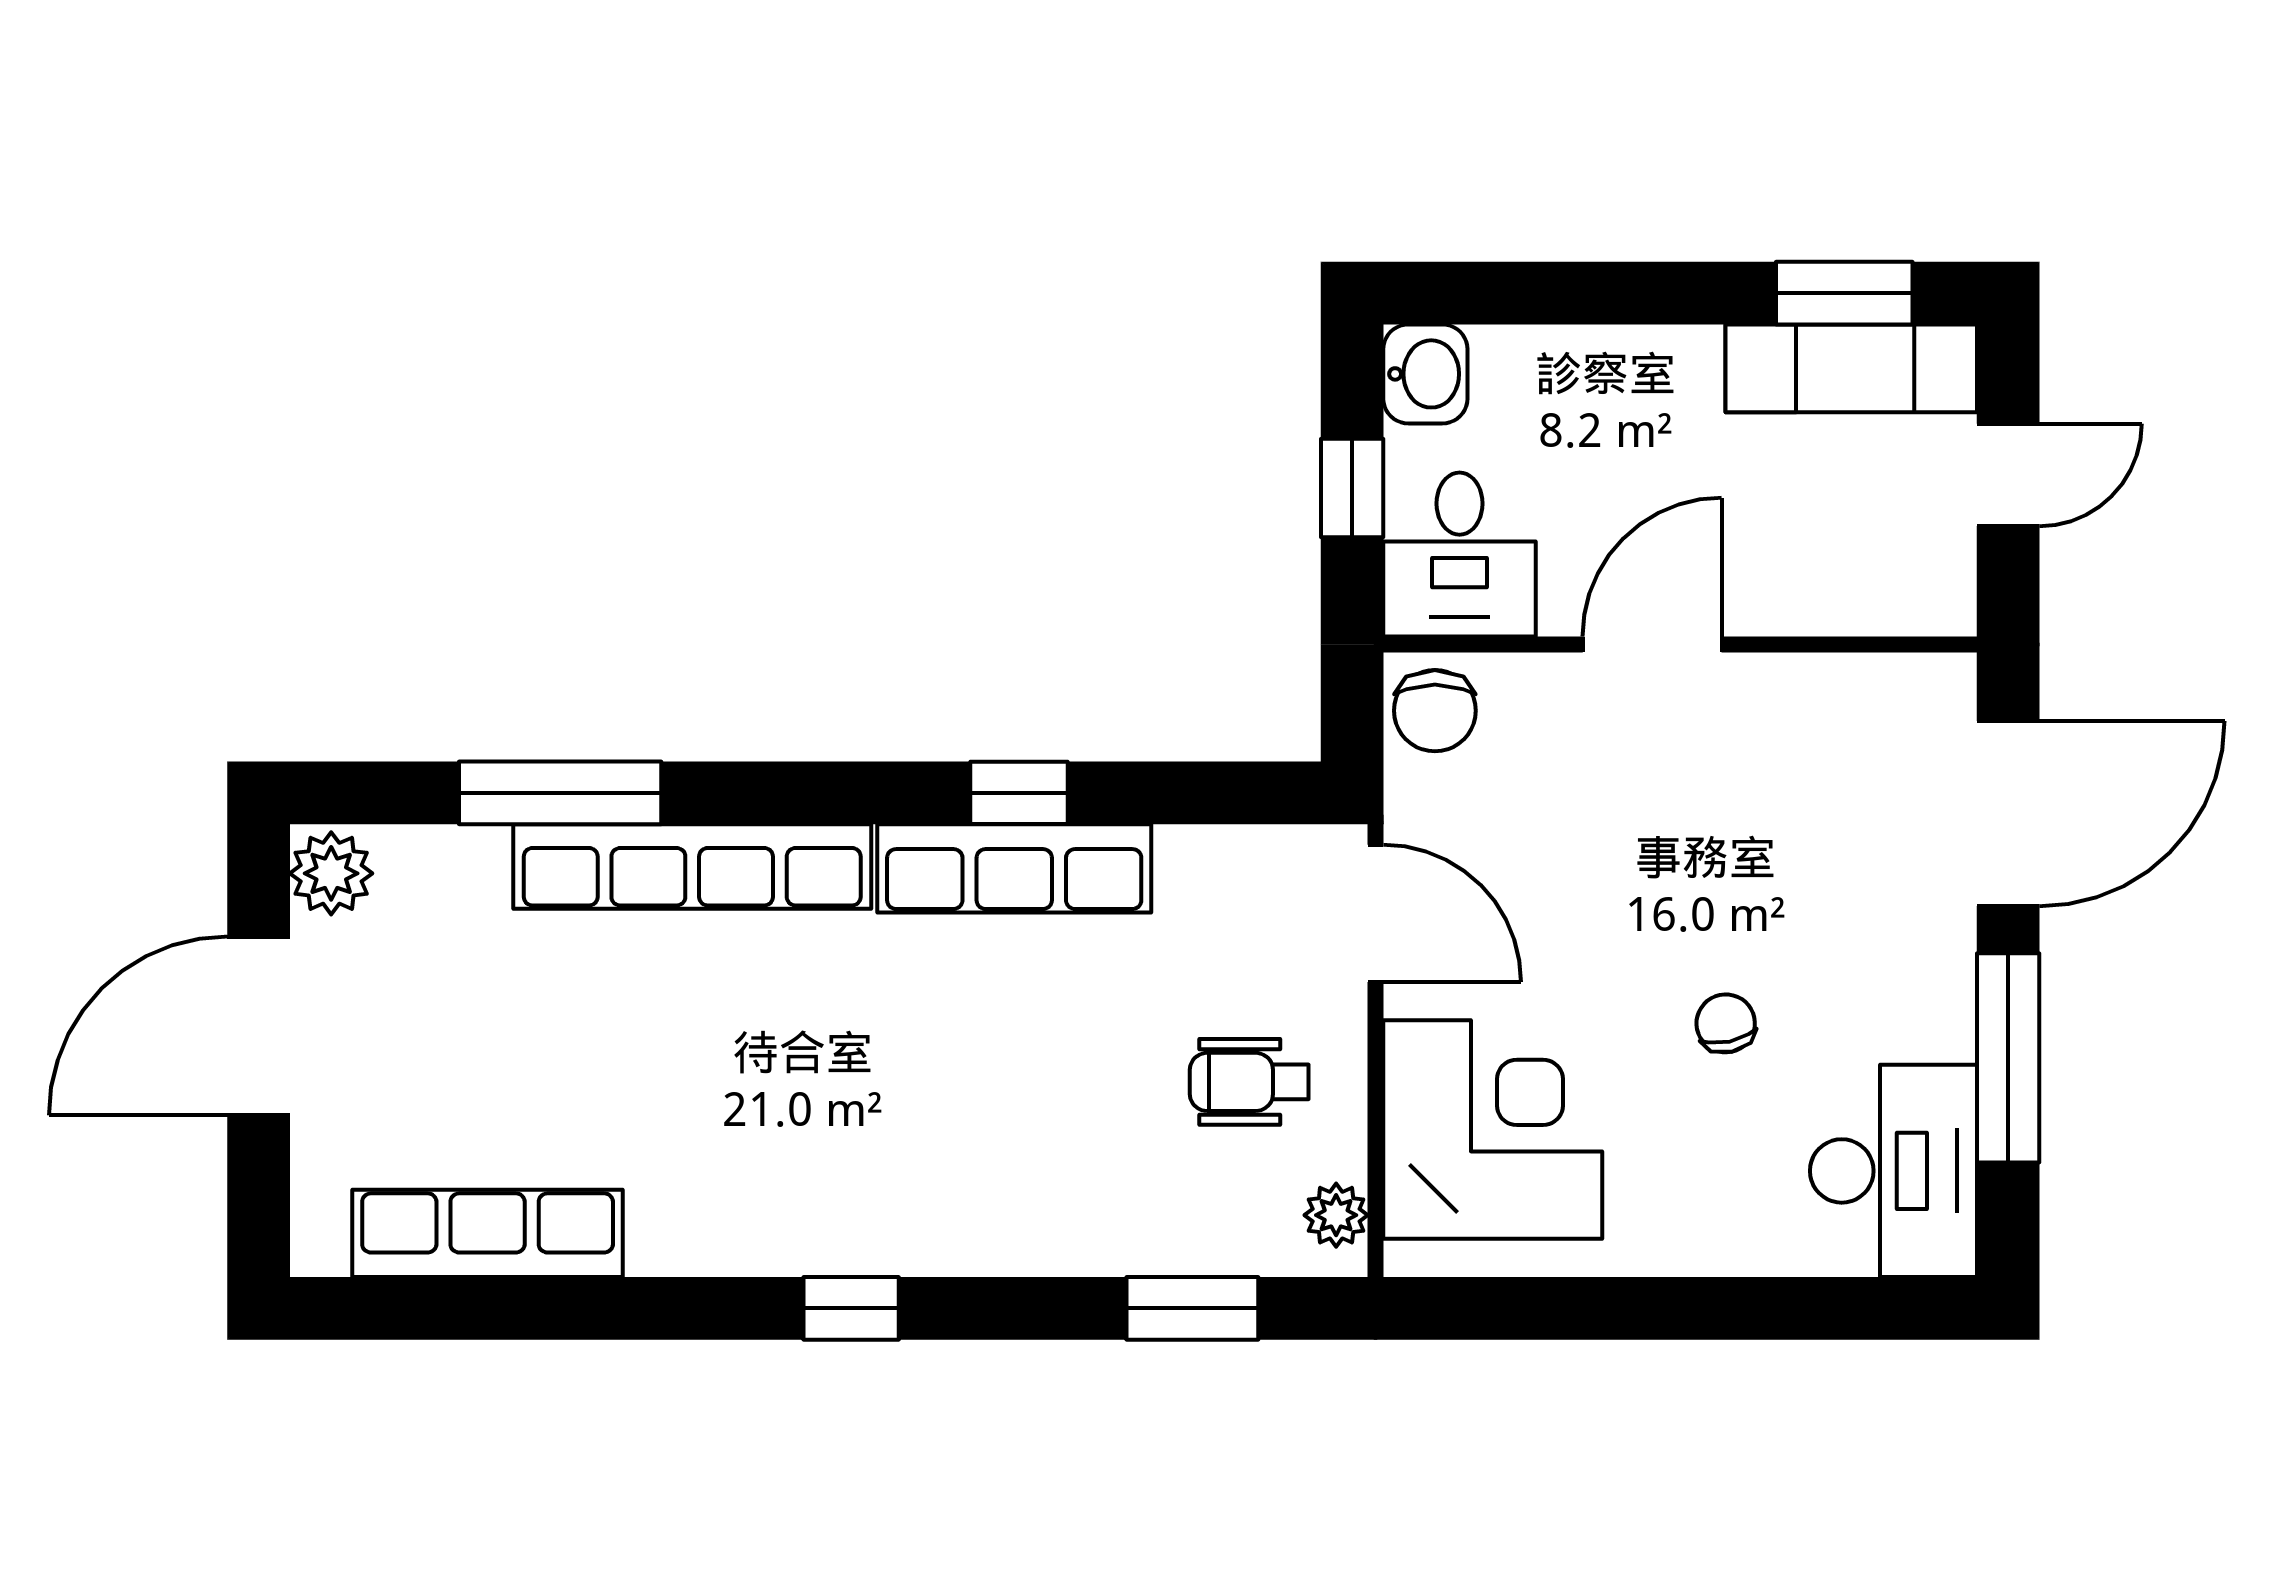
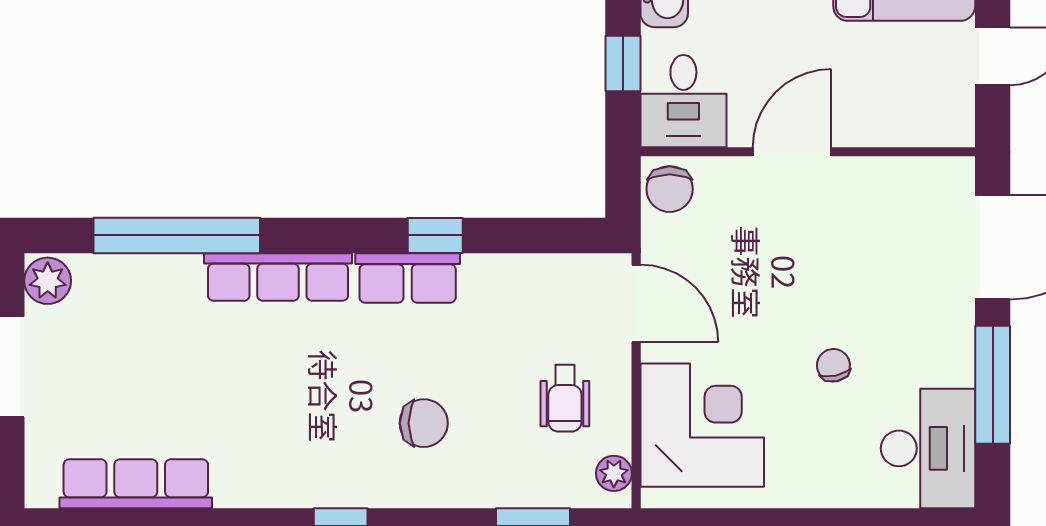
window: (560, 793) -> (177, 235), width x1.46
row of seats: (692, 867) -> (278, 277), width x0.73
row of seats: (1014, 868) -> (408, 278), width x0.68
wheelchair: (1249, 1082) -> (565, 398), turned -90
chair: (999, 1126) -> (424, 423), added

